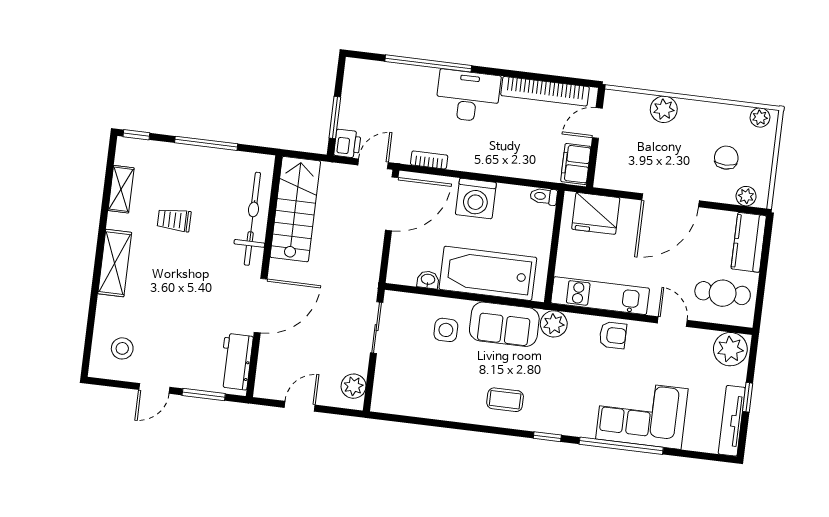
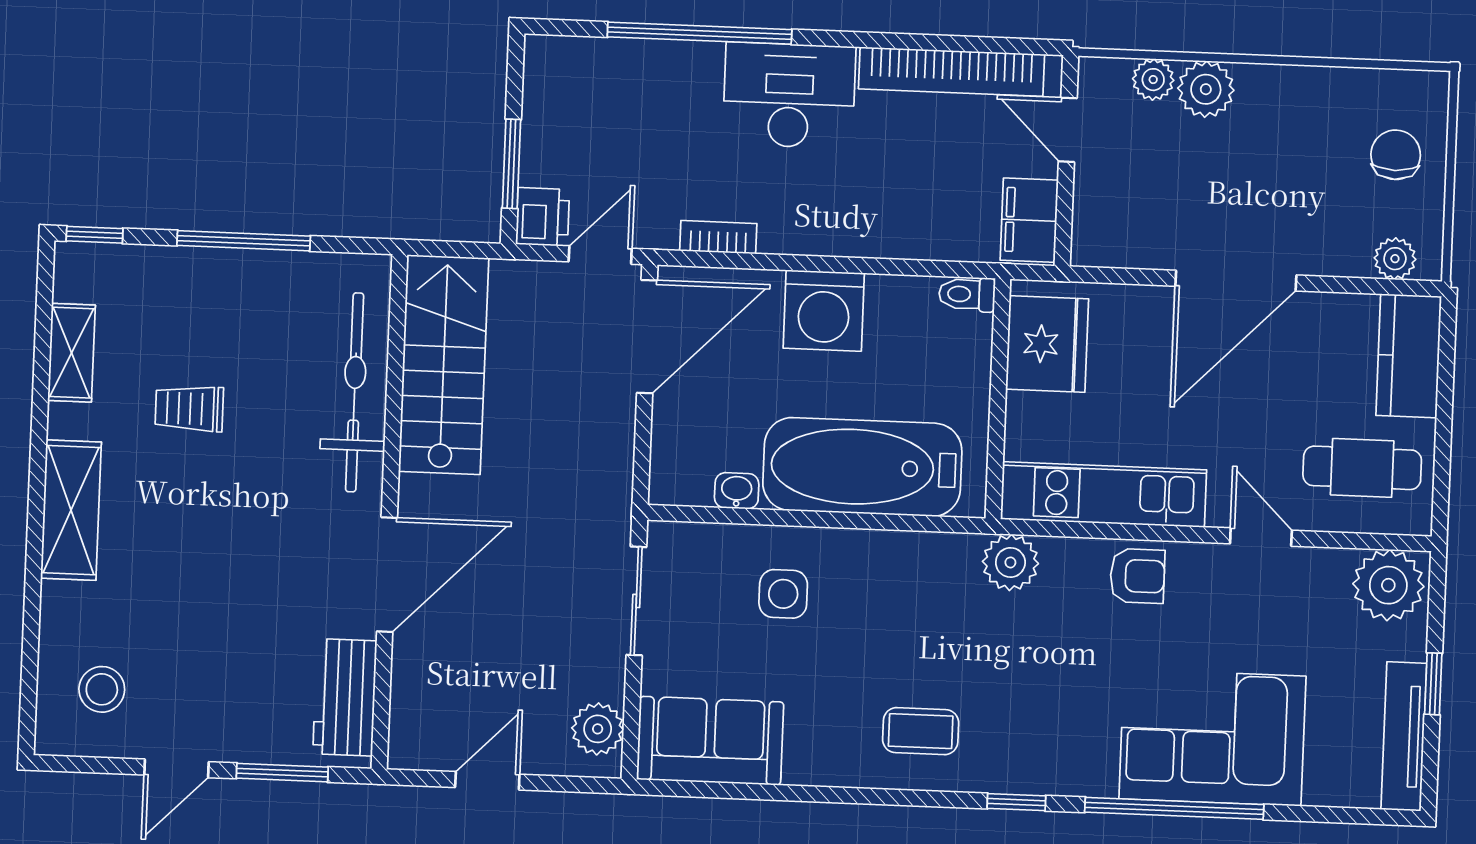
plant: (760, 118) -> (1153, 80), moved
door: (597, 123) -> (1068, 130), hinge flipped
chair: (726, 158) -> (1396, 155), moved
fridge: (596, 213) -> (1047, 344), moved, turned -90
sofa: (504, 324) -> (710, 741), moved, turned 180

